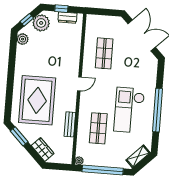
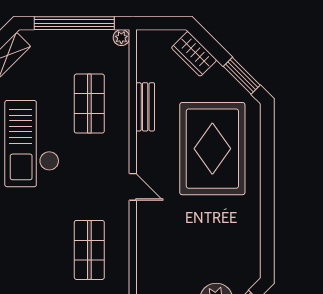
plant: (23, 39) -> (250, 265), removed
door: (79, 84) -> (133, 187), swing flipped
checkout: (129, 110) -> (32, 144), turned 180

